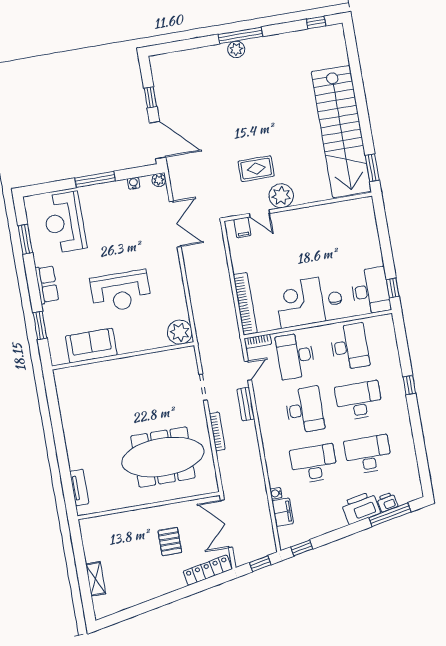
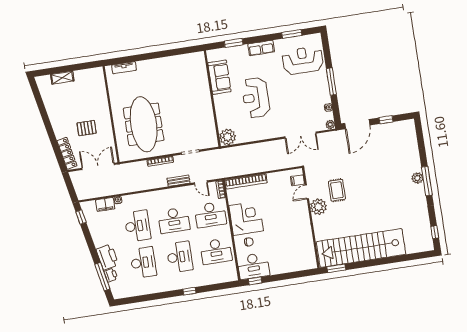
desk: (295, 356) -> (210, 215), turned 180
window: (260, 564) -> (71, 189), removed

